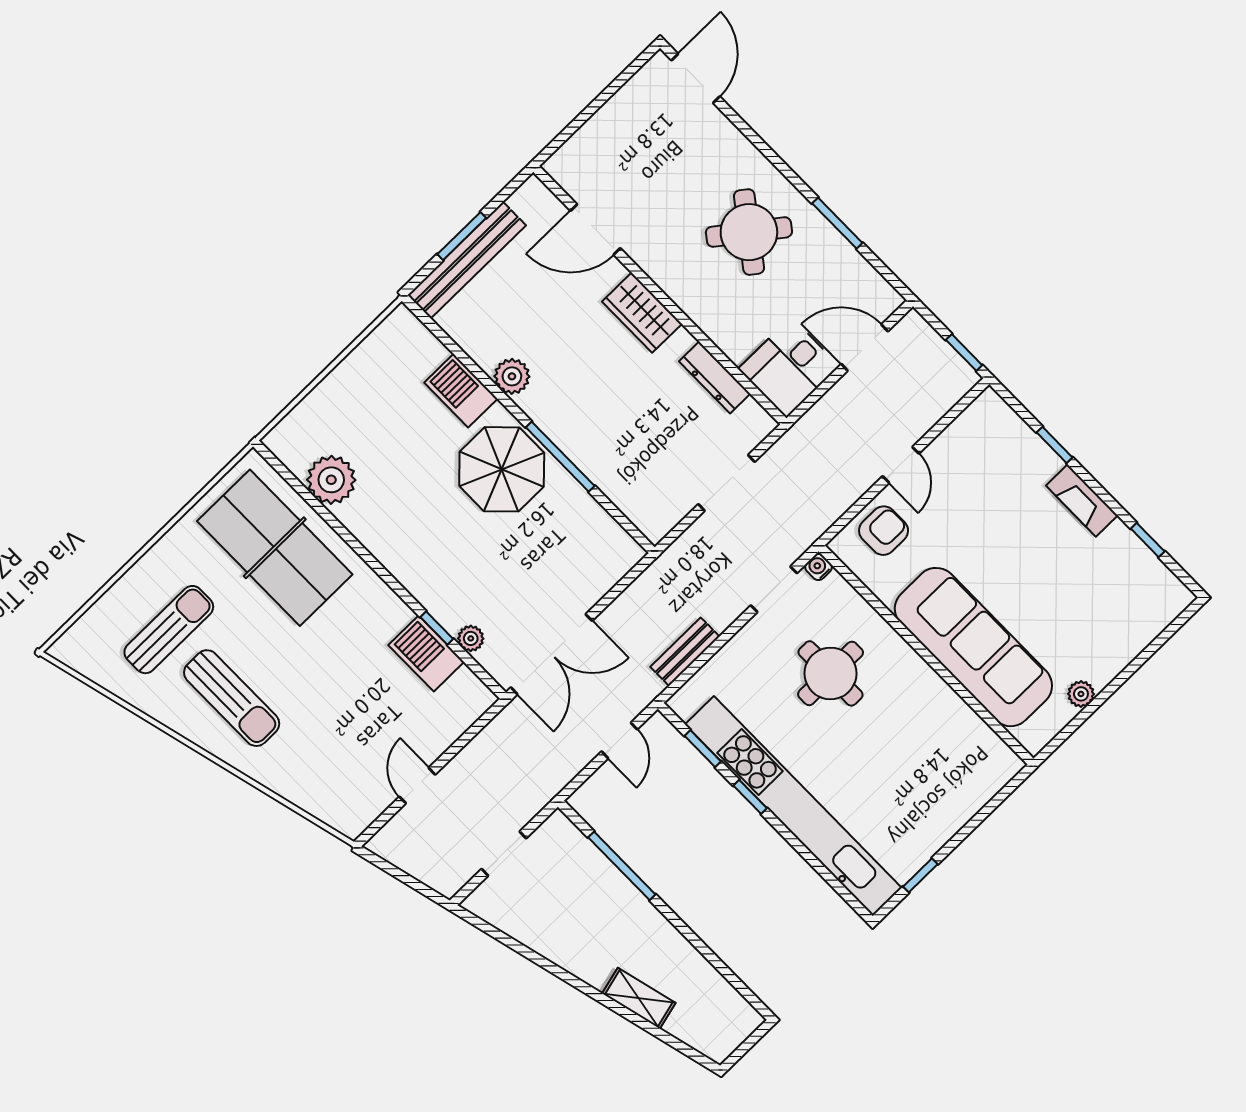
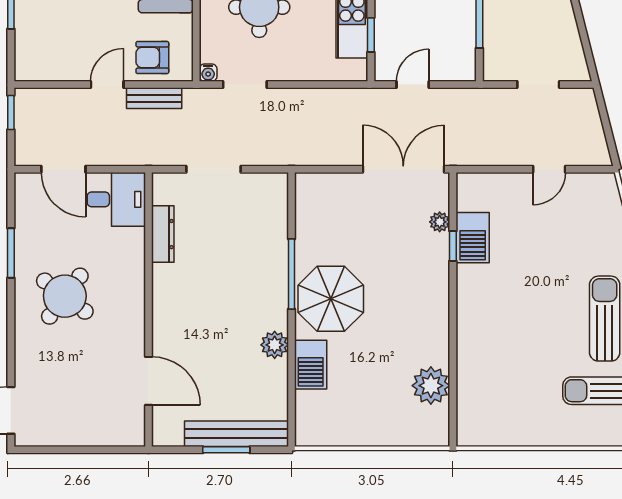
wardrobe: (642, 313) -> (168, 309), removed
table tennis table: (275, 548) -> (499, 378), removed
bench: (685, 652) -> (154, 98), moved

